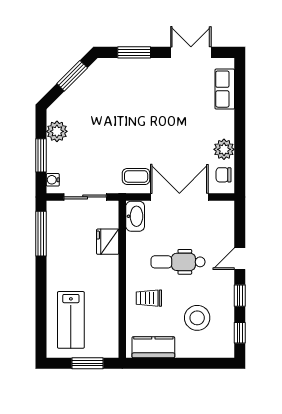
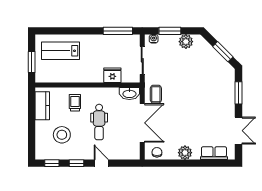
plant: (224, 149) -> (185, 153), moved
dental chair: (178, 262) -> (99, 122), turned 180

